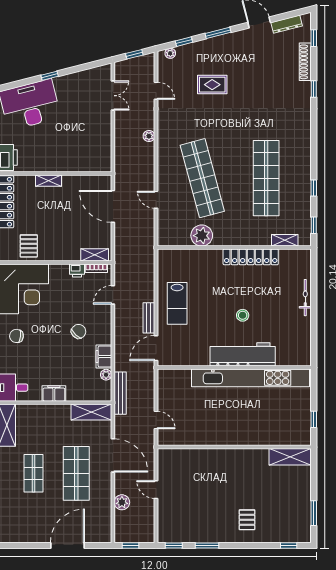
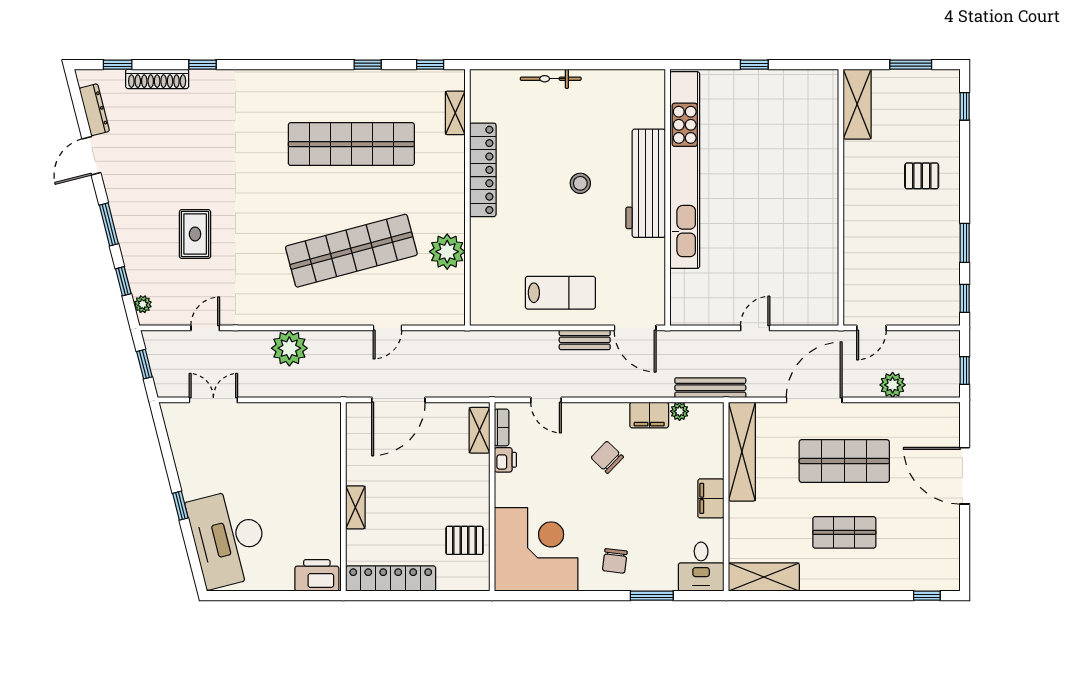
plant: (149, 136) -> (289, 348), width x1.88, depth x1.88
shelving: (91, 412) -> (742, 452), width x1.47
wall: (234, 447) -> (841, 197), moved
shelving: (290, 457) -> (857, 104), moved

